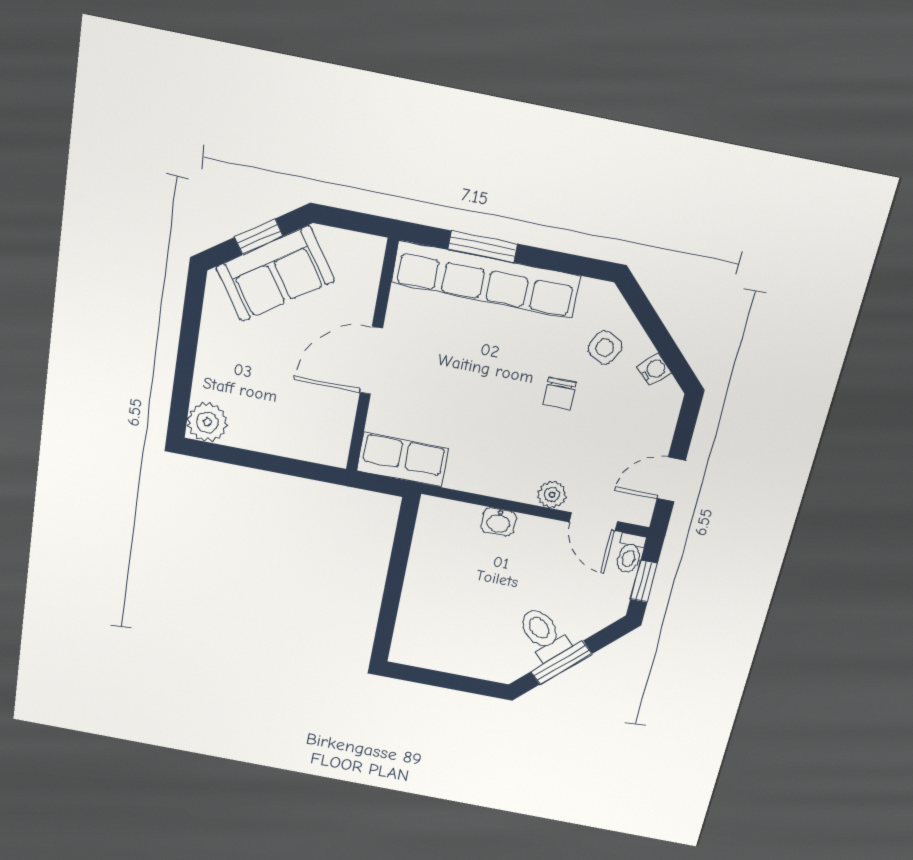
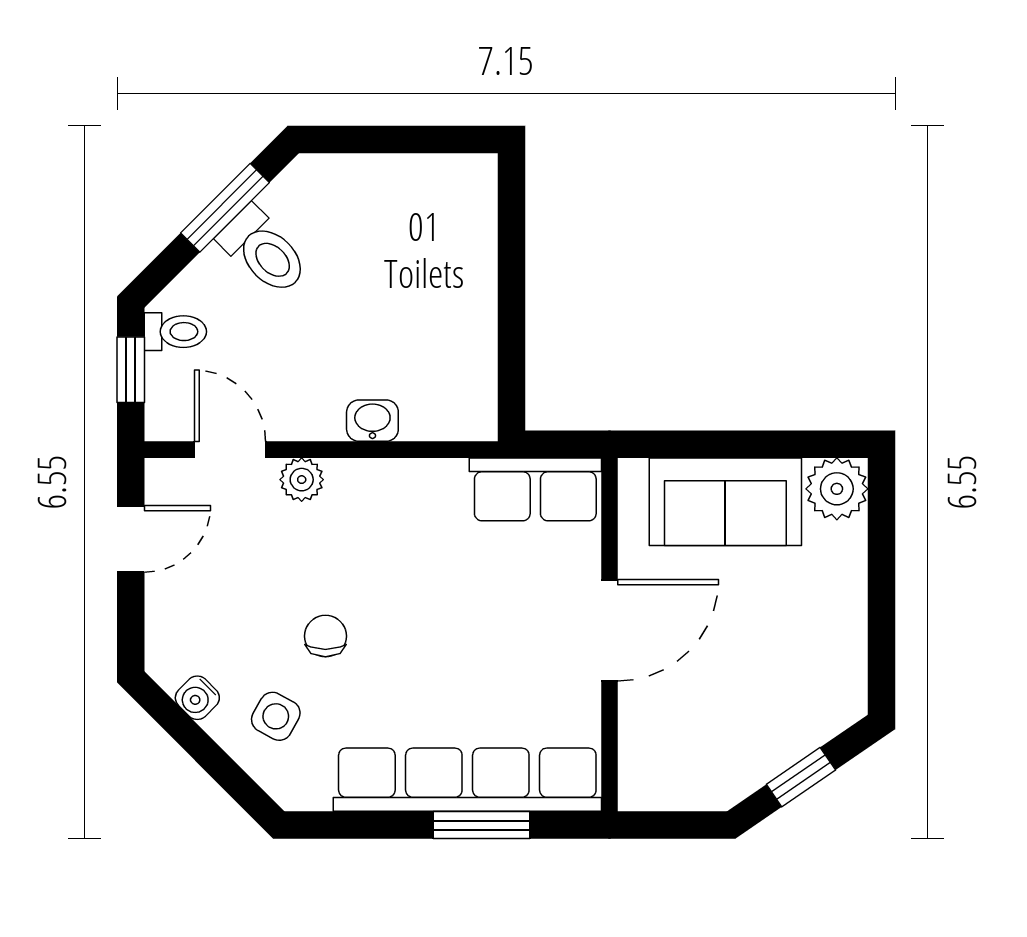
sofa: (275, 274) -> (725, 502), moved, turned -146
toilet: (630, 553) -> (175, 332), moved, turned 90

